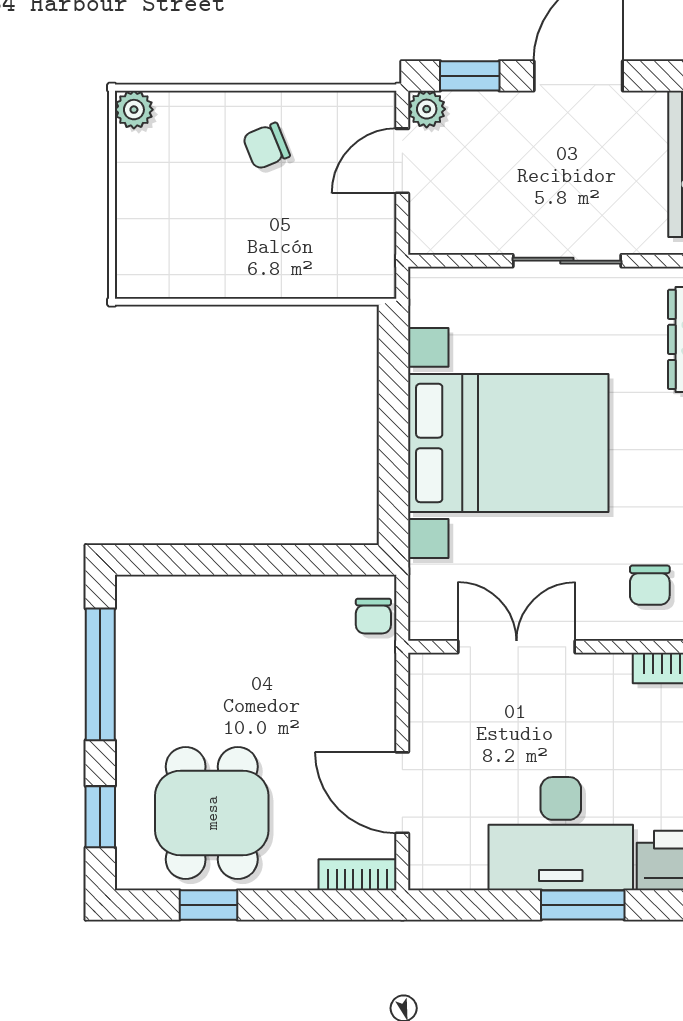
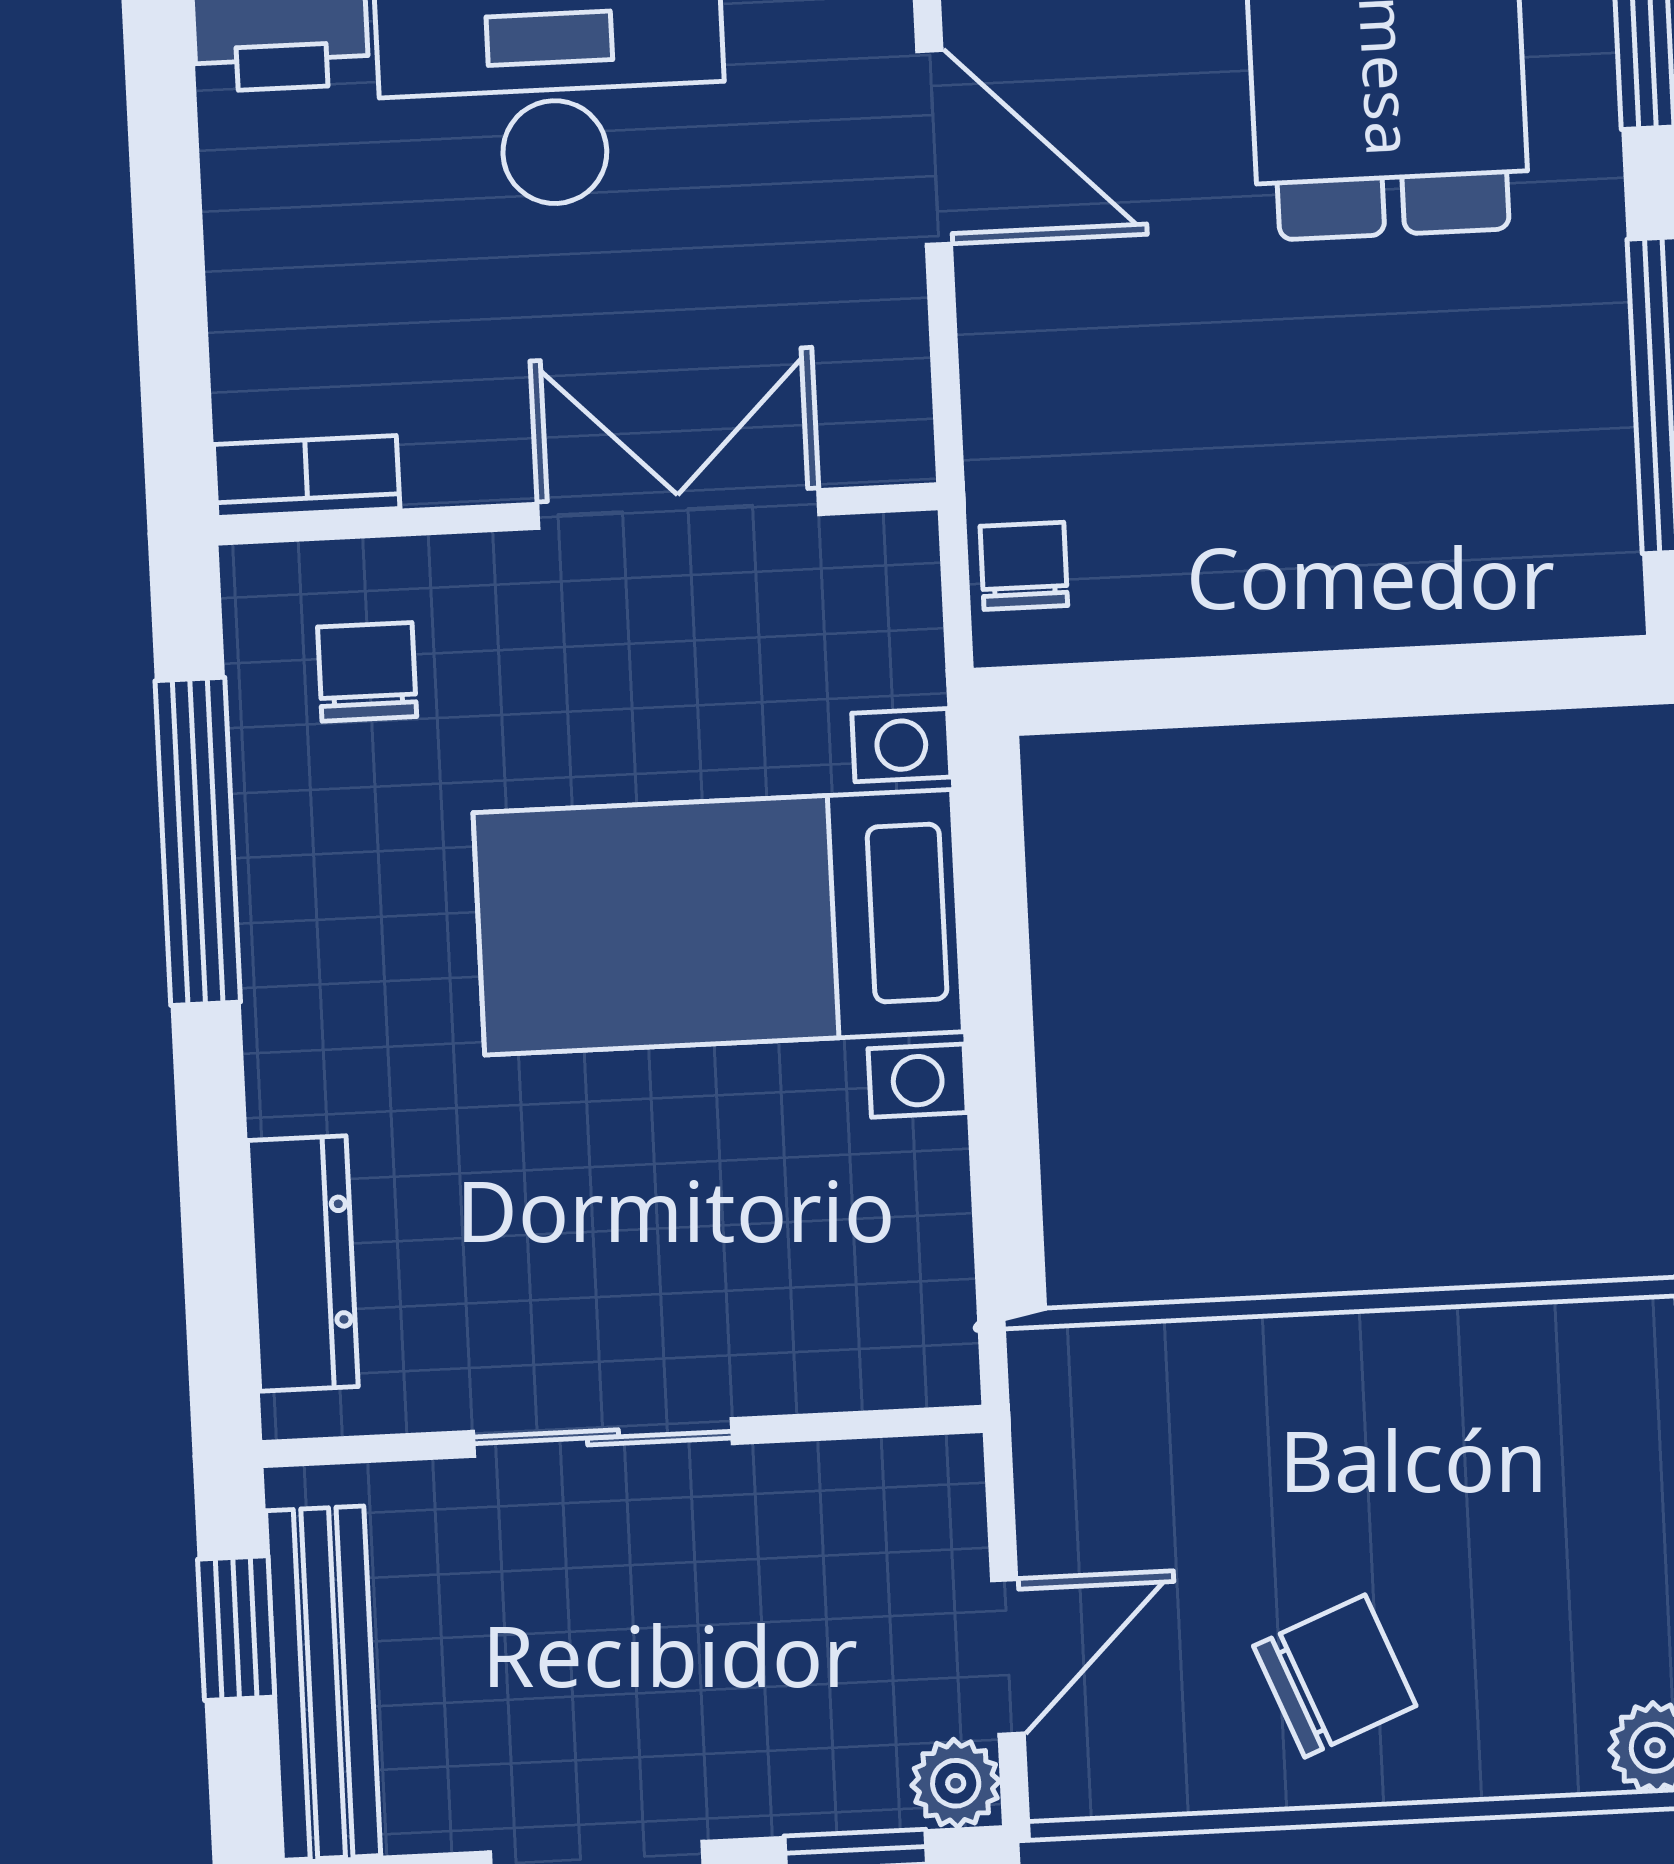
chair: (266, 146) -> (1335, 1676), width x1.37, depth x1.37
bed with nightstands: (508, 443) -> (718, 922), width x0.73
double door: (517, 647) -> (678, 509), swing flipped

